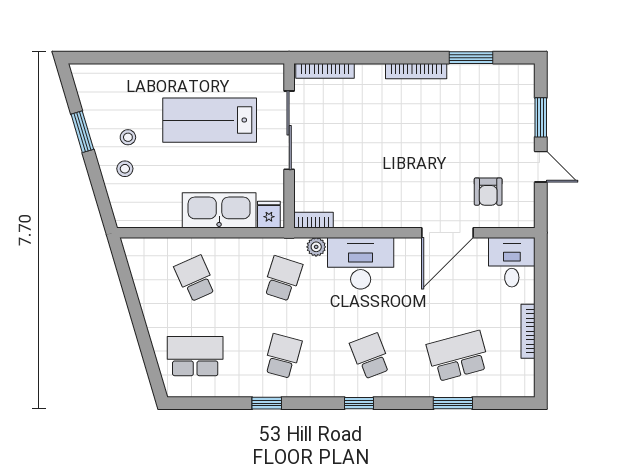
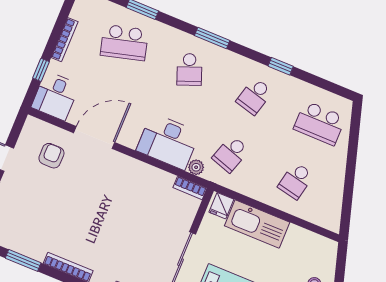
school desk: (195, 278) -> (296, 181), turned 36
window: (541, 285) -> (41, 70), added
window: (359, 403) -> (212, 38), width x1.50

